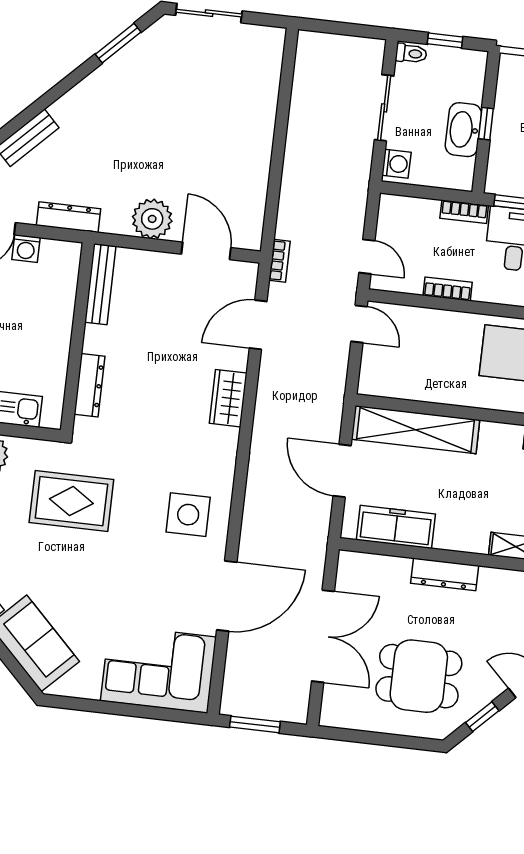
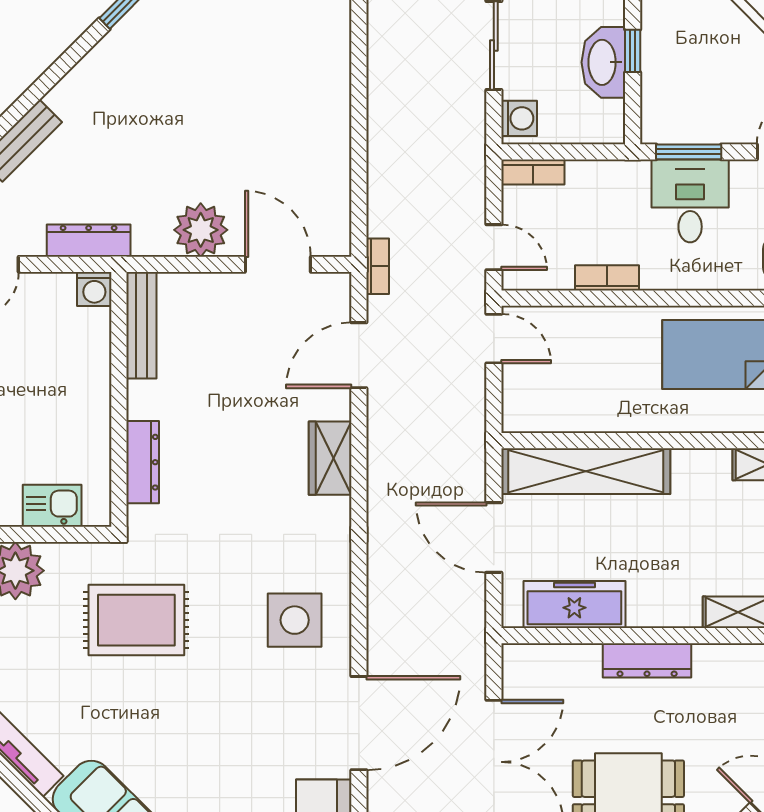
bookcase: (464, 212) -> (533, 172), moved
washing machine: (26, 248) -> (94, 289), moved

